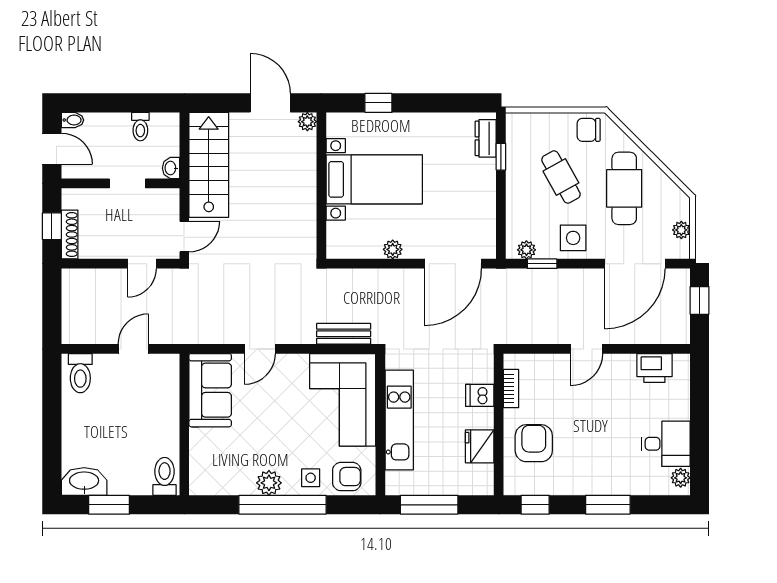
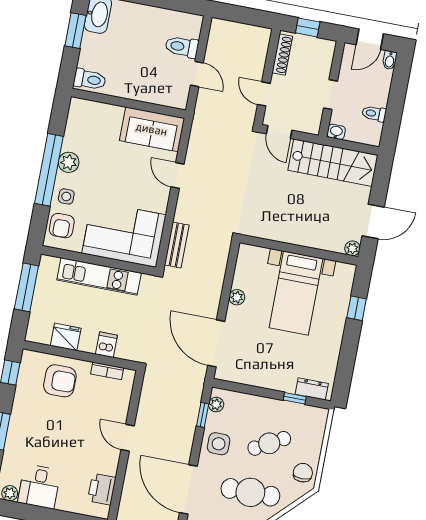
shoe rack: (70, 235) -> (282, 55), moved, turned -90
toilet: (80, 373) -> (182, 47), moved

